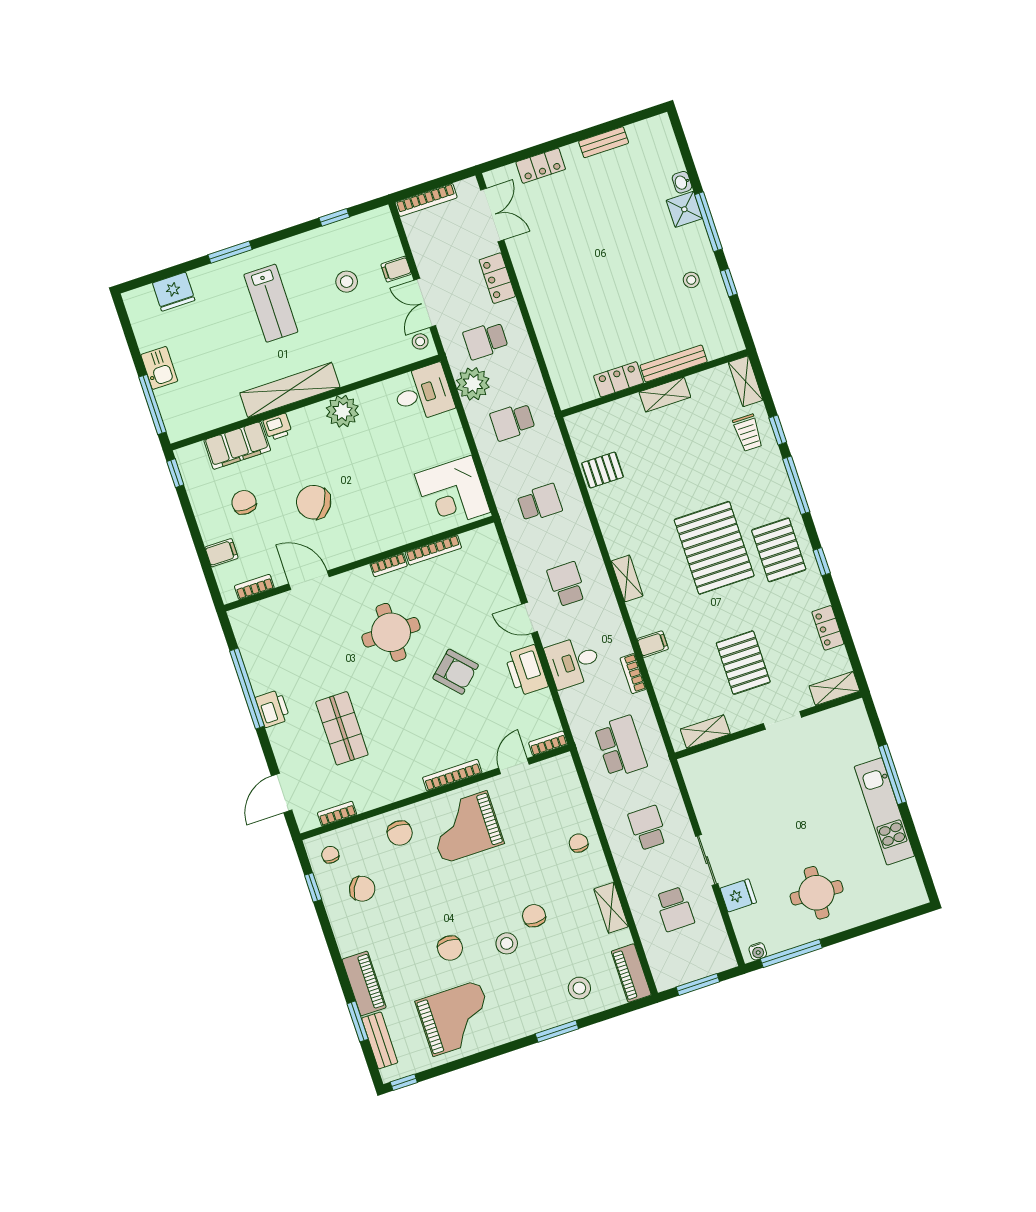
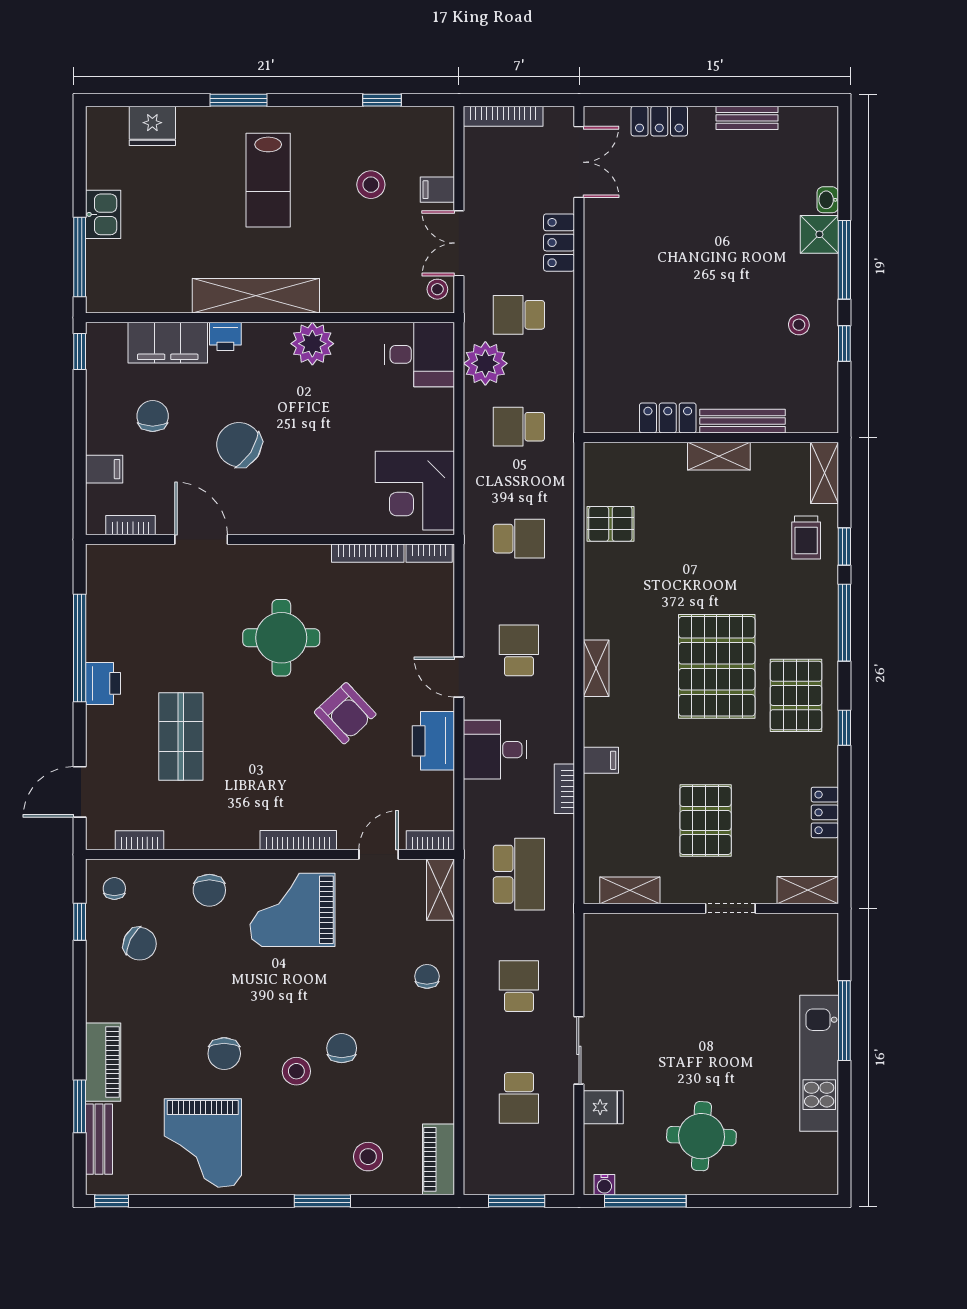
bookcase: (389, 565) -> (429, 553), moved
shelving: (611, 908) -> (441, 890), moved
grand piano: (456, 1018) -> (203, 1143), turned 90

